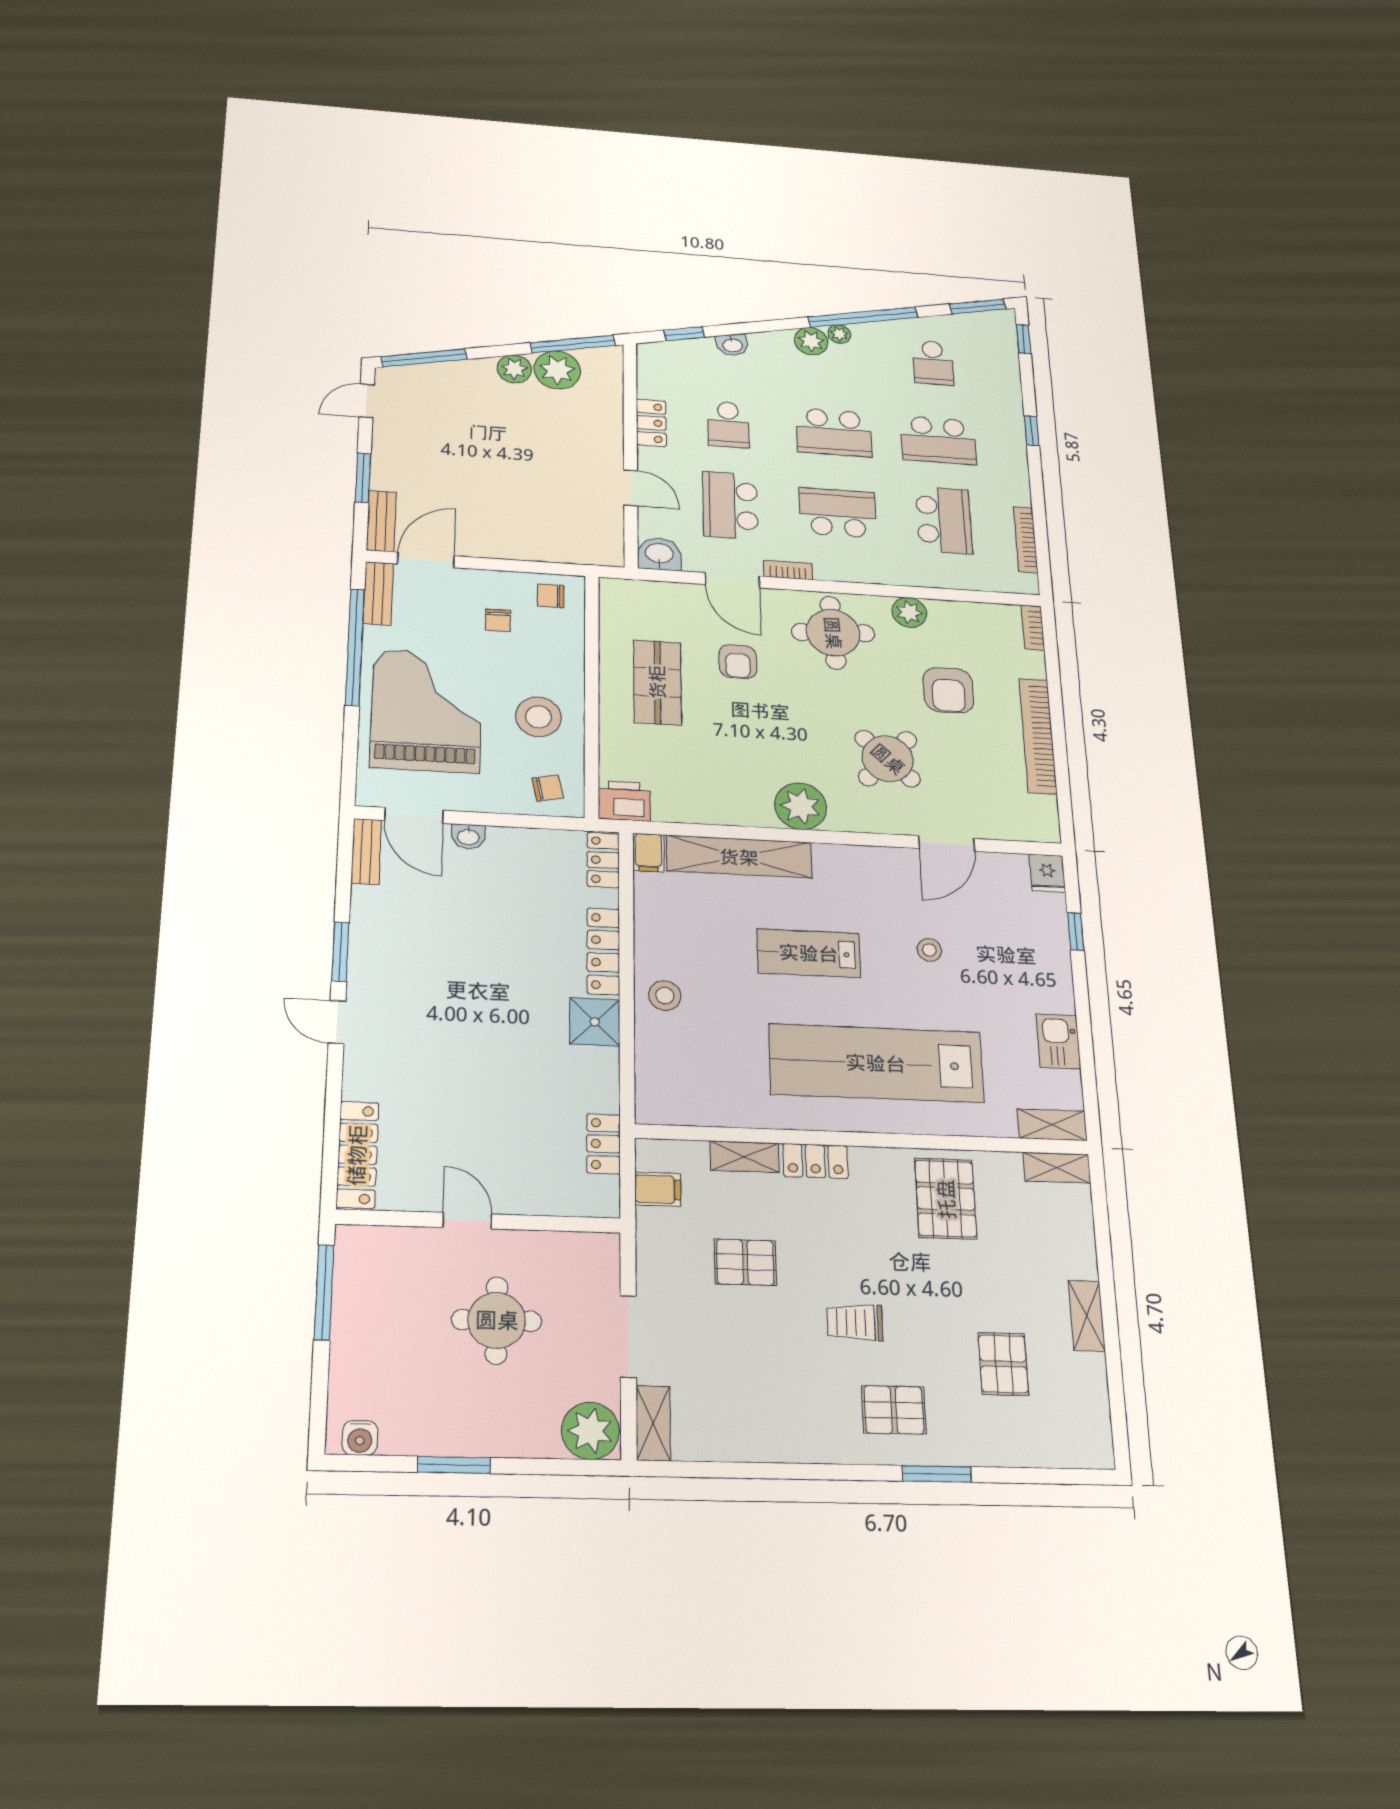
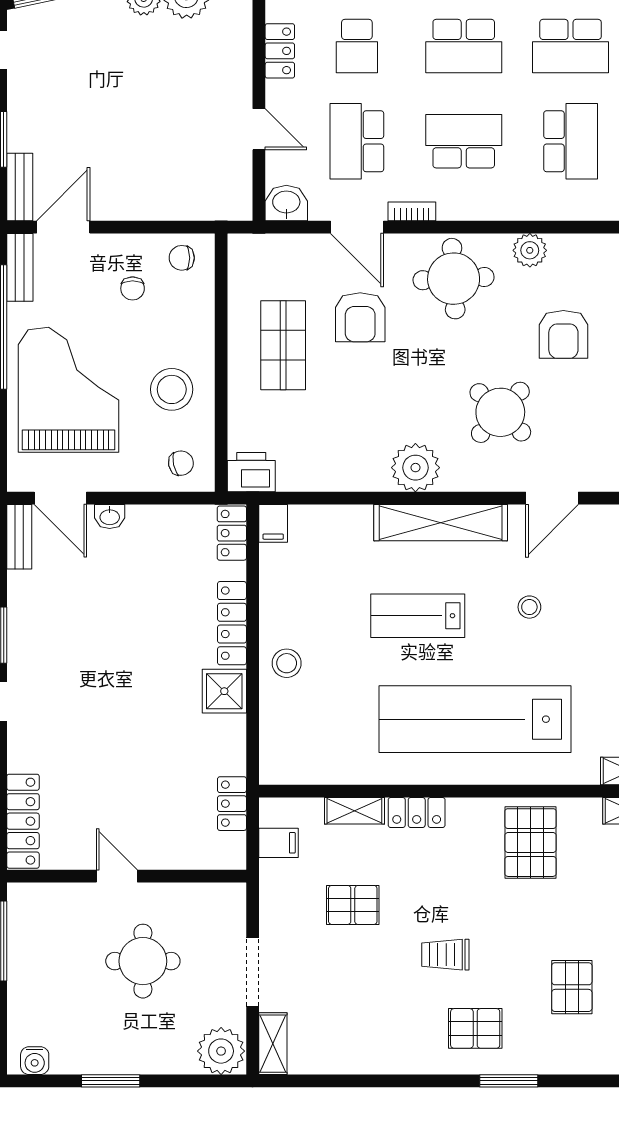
armchair: (738, 662) -> (360, 317), width x1.38, depth x1.38
shelving: (739, 857) -> (441, 523), moved

